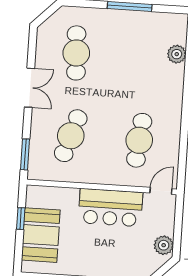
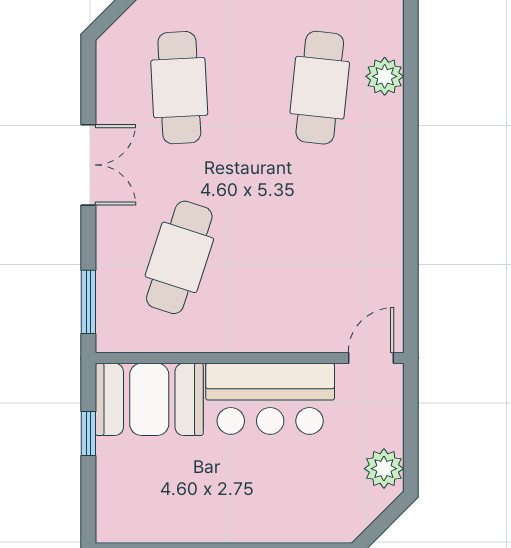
cafe table: (139, 140) -> (320, 88), moved
booth: (41, 235) -> (149, 399), moved, turned 90

